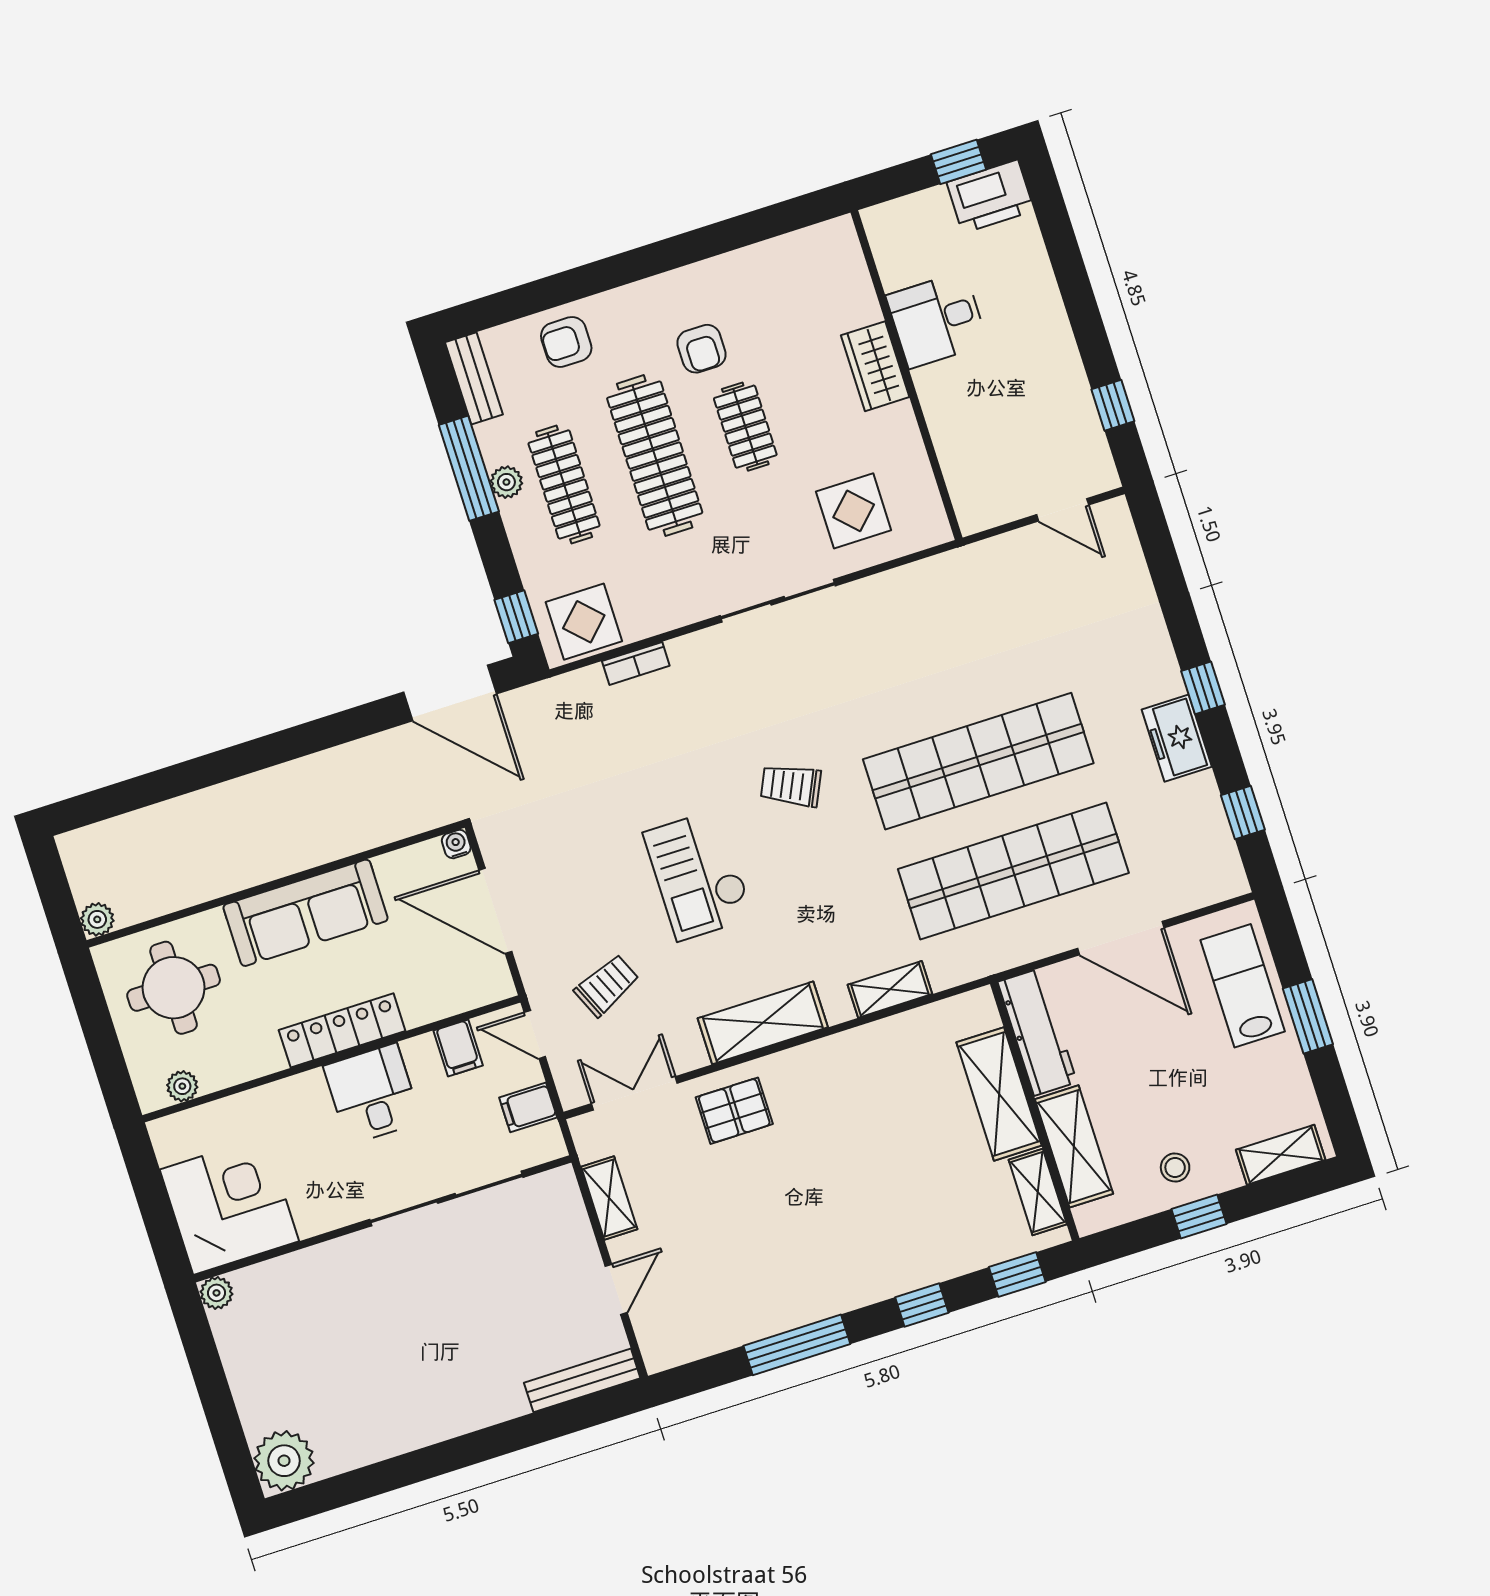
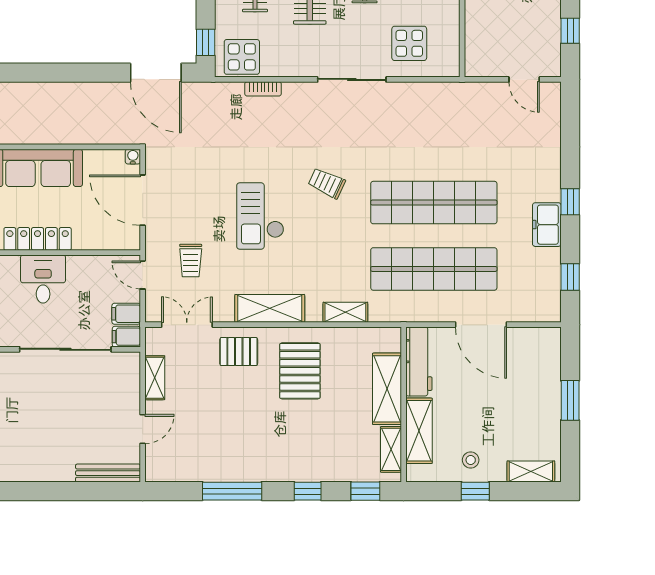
trolley: (607, 985) -> (191, 261), turned 114
lab bench: (1243, 986) -> (540, 372), removed
filing cabinet: (458, 1048) -> (126, 337), moved, turned 90
pallet: (846, 1110) -> (300, 371), added

